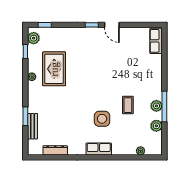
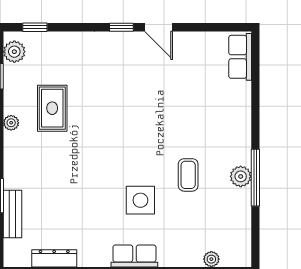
rug: (54, 69) -> (52, 108), width x0.73, depth x0.70
plant: (156, 126) -> (241, 213), removed

